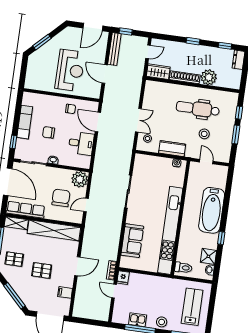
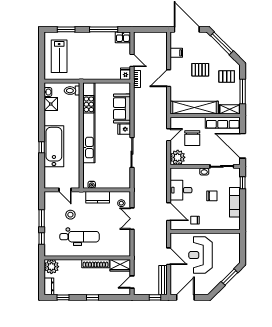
plant: (209, 77) -> (51, 267), moved
fridge: (133, 218) -> (124, 129), added
window: (221, 238) -> (42, 147), moved
kitchen sink: (138, 320) -> (123, 37), moved
stool: (162, 322) -> (85, 38), removed

